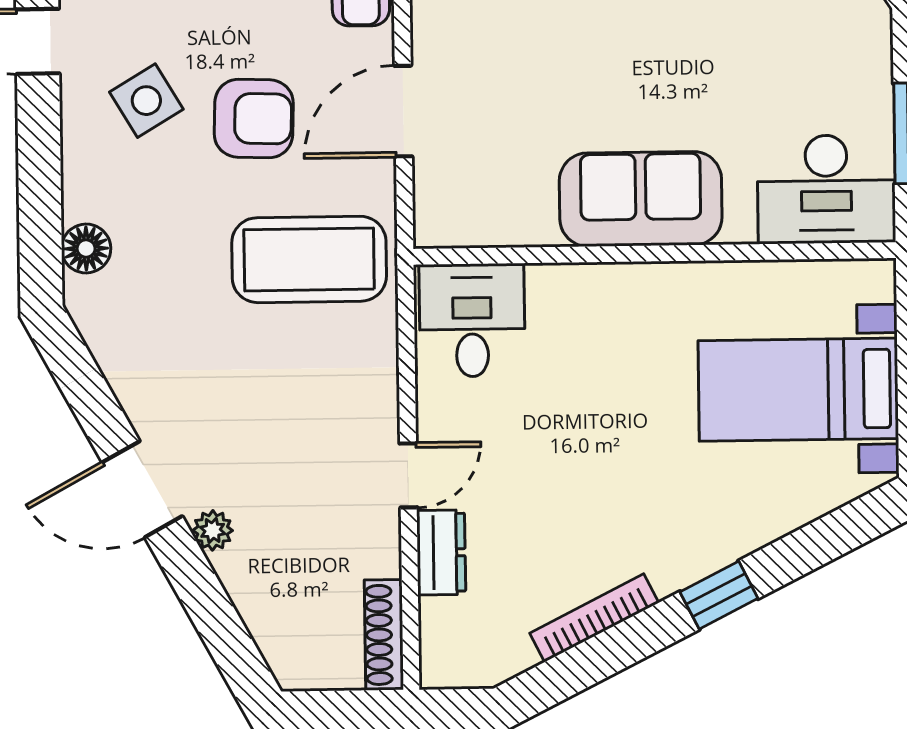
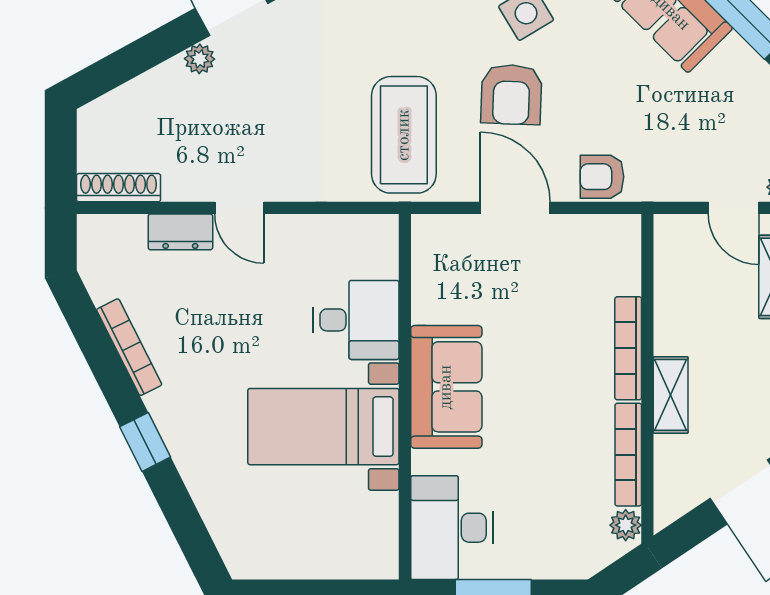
desk: (472, 320) -> (356, 320), moved
bed with nightstands: (798, 390) -> (323, 427), moved, turned -90

